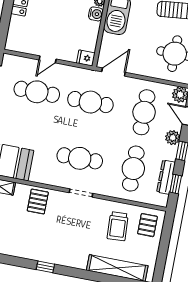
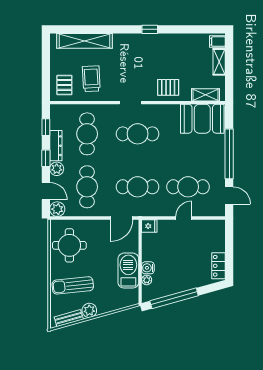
dresser: (166, 177) -> (56, 146), moved
pallet: (38, 202) -> (168, 87), turned 90

